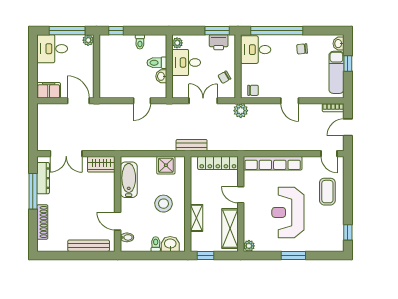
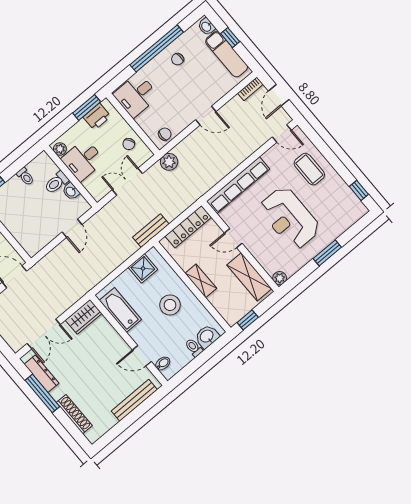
window: (277, 31) -> (157, 48), moved
shelving: (197, 218) -> (201, 281), moved

